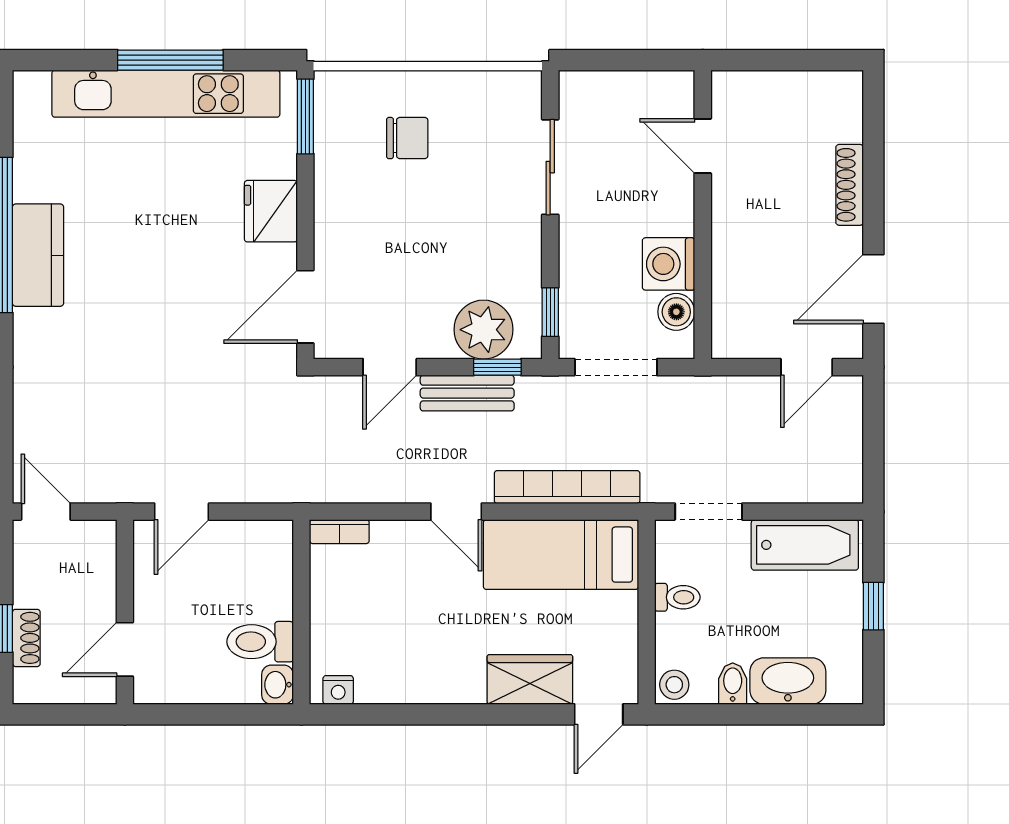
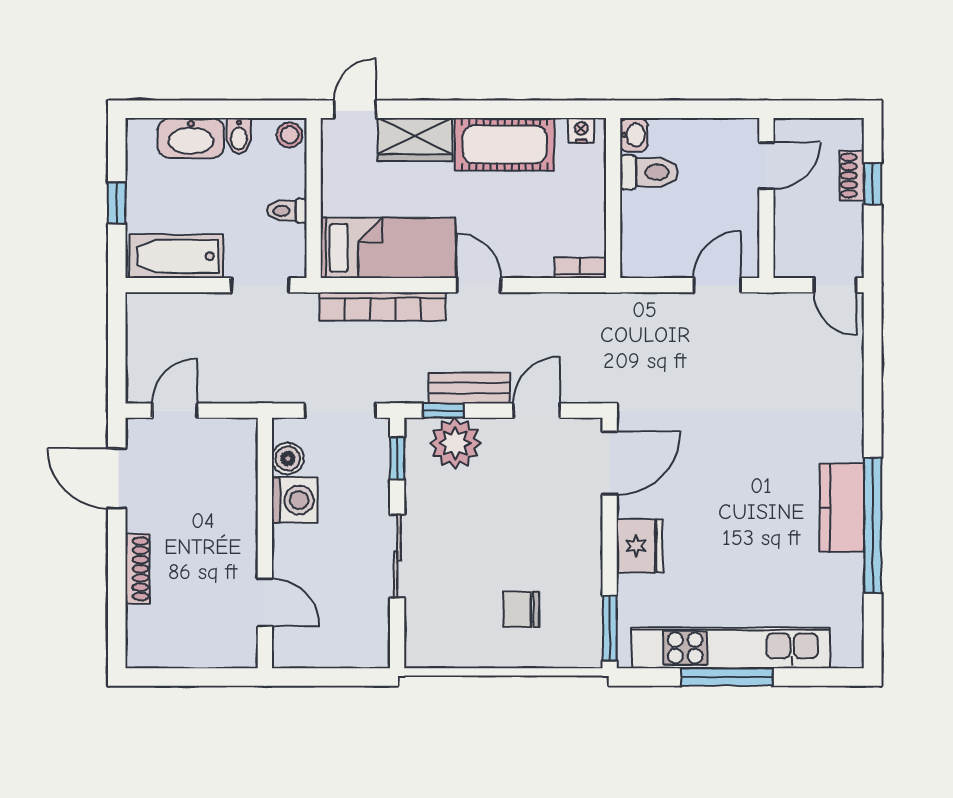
sliding door: (550, 167) -> (397, 556), moved
door: (873, 289) -> (117, 478), swing flipped
cot: (427, 674) -> (505, 144), added

